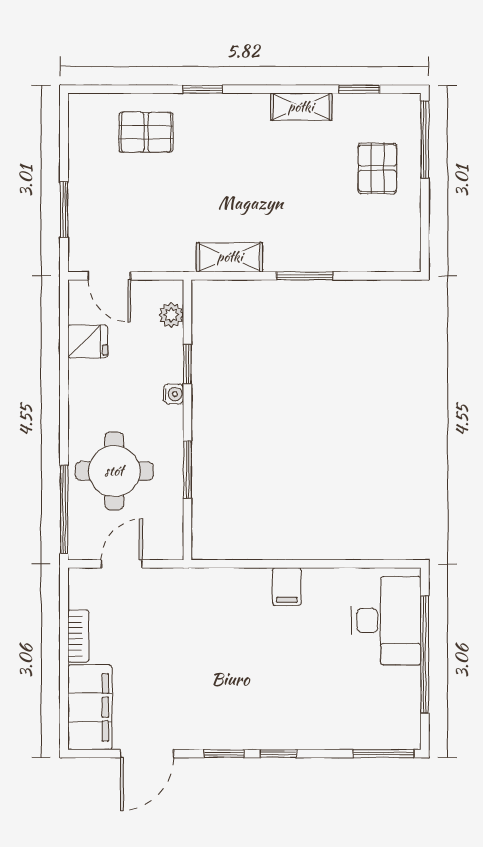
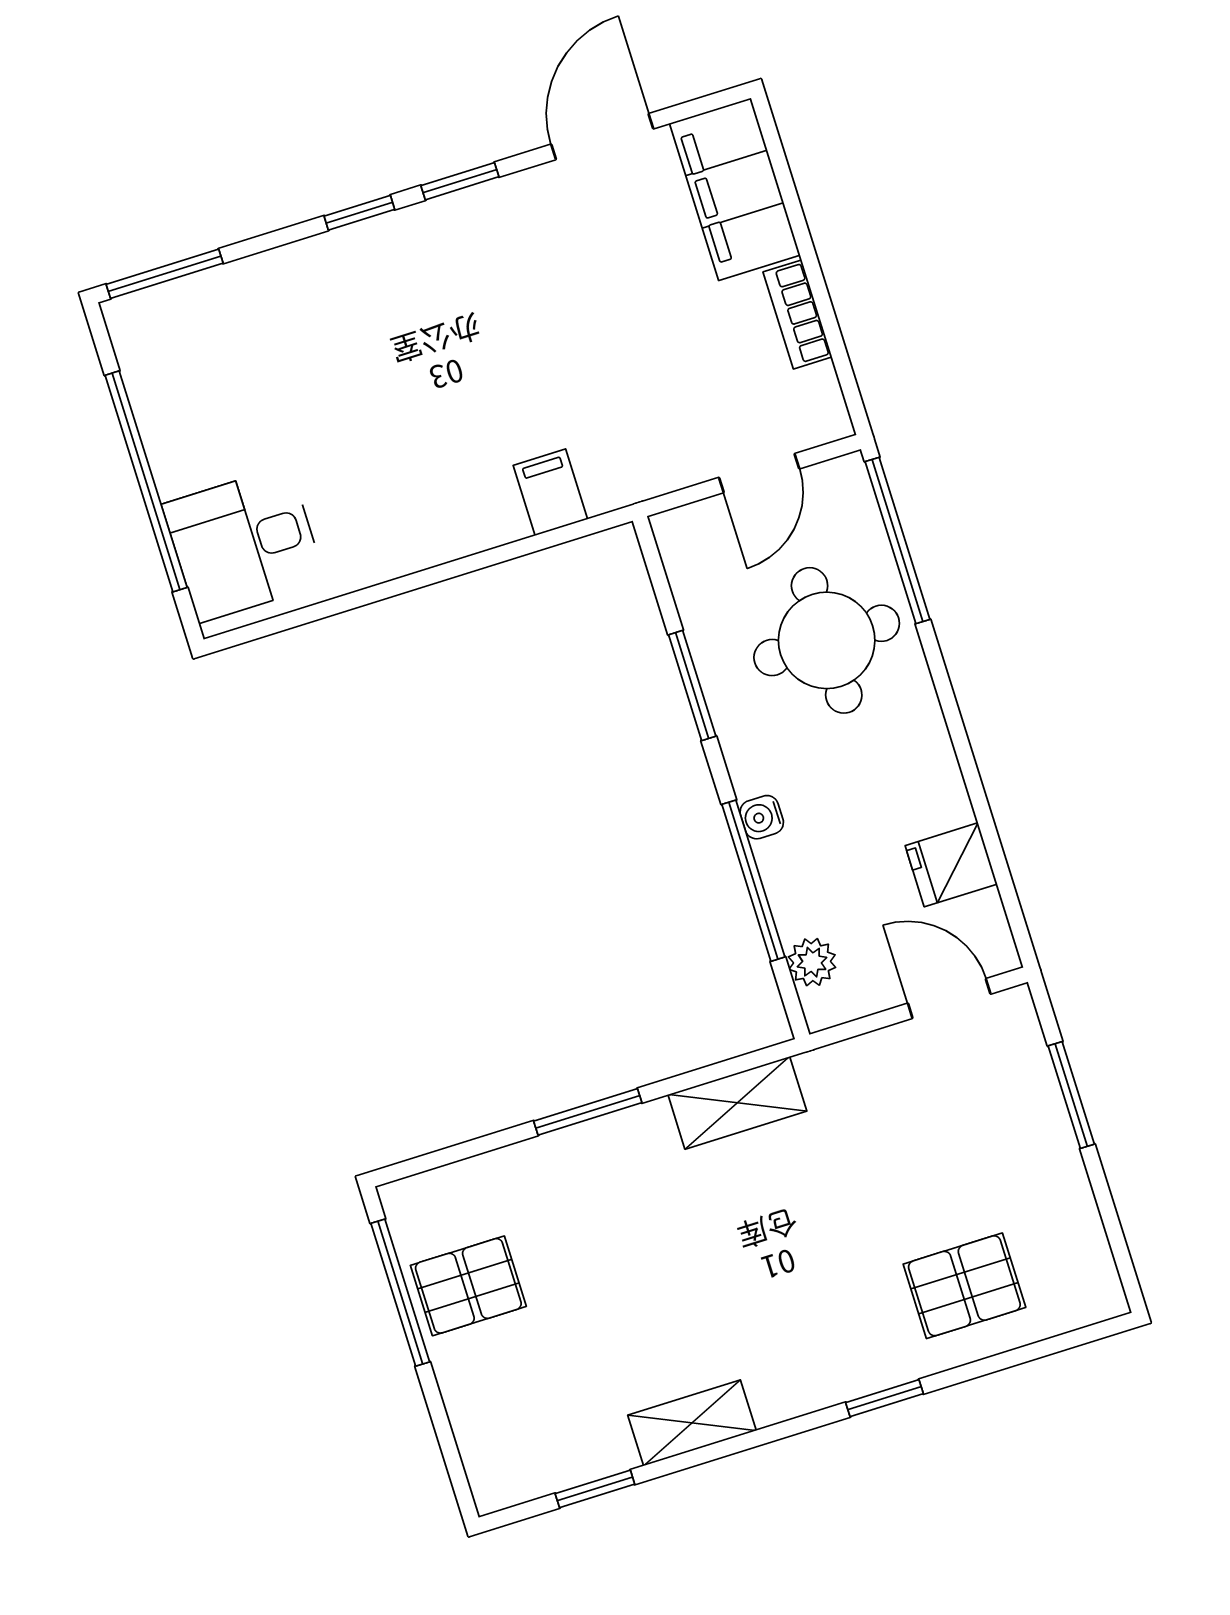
window: (425, 139) -> (400, 1293), moved
pallet: (377, 168) -> (468, 1286), moved, turned 90
window: (187, 364) -> (753, 881), width x2.17
filing cabinet: (287, 587) -> (550, 492), moved
desk: (386, 620) -> (244, 544), width x0.73

